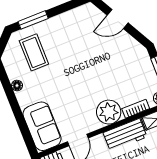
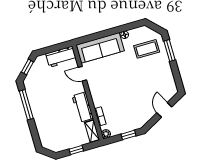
plant: (109, 112) -> (100, 97), removed
sofa: (42, 126) -> (100, 48), width x1.36

